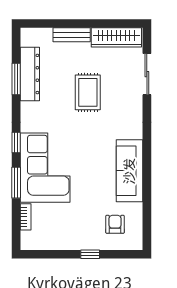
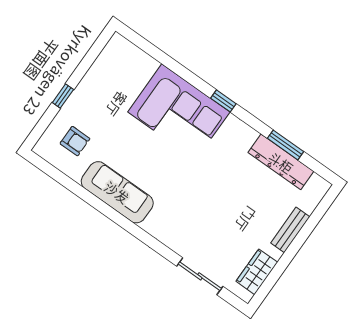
wardrobe: (116, 37) -> (257, 272), width x0.67
rug: (88, 92) -> (223, 206), removed
window: (16, 183) -> (184, 73), removed
bookcase: (26, 217) -> (144, 59), removed

